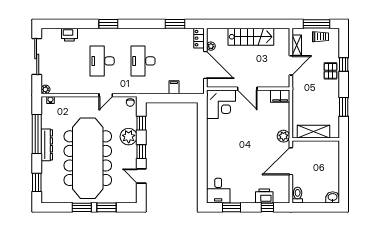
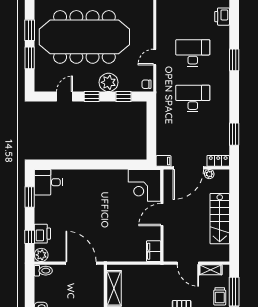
filing cabinet: (174, 87) -> (164, 161), moved
door: (106, 95) -> (155, 57), hinge flipped
plant: (283, 136) -> (41, 255), moved

